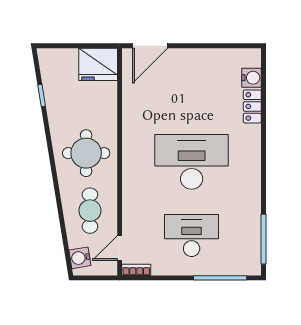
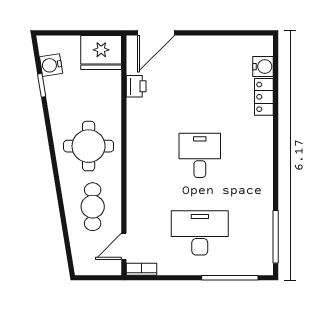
printer: (131, 96) -> (136, 86), added
desk: (192, 162) -> (200, 155), width x0.53, depth x0.77
water cooler: (80, 258) -> (51, 65), moved

